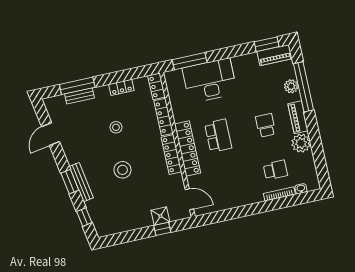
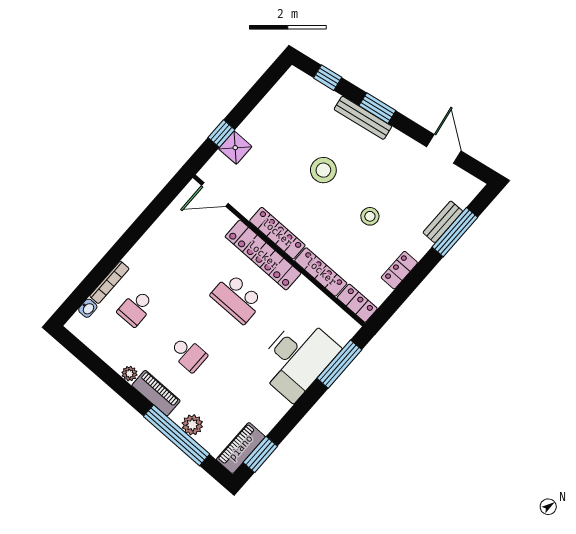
plant: (301, 143) -> (129, 374), width x0.53, depth x0.53

